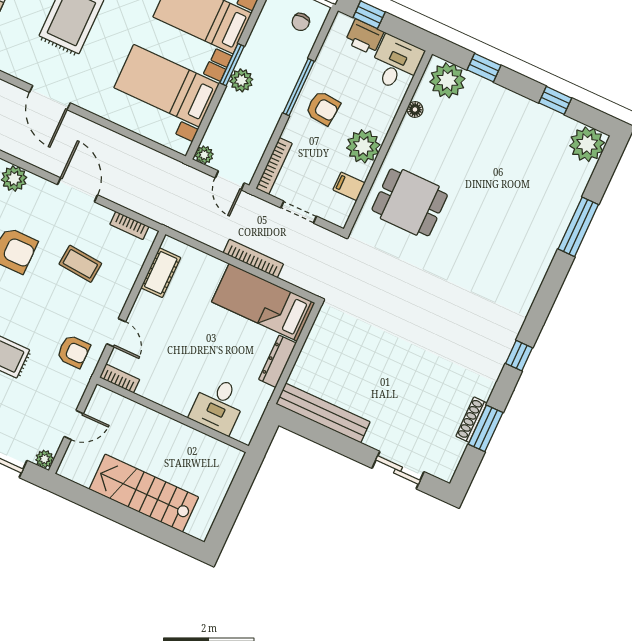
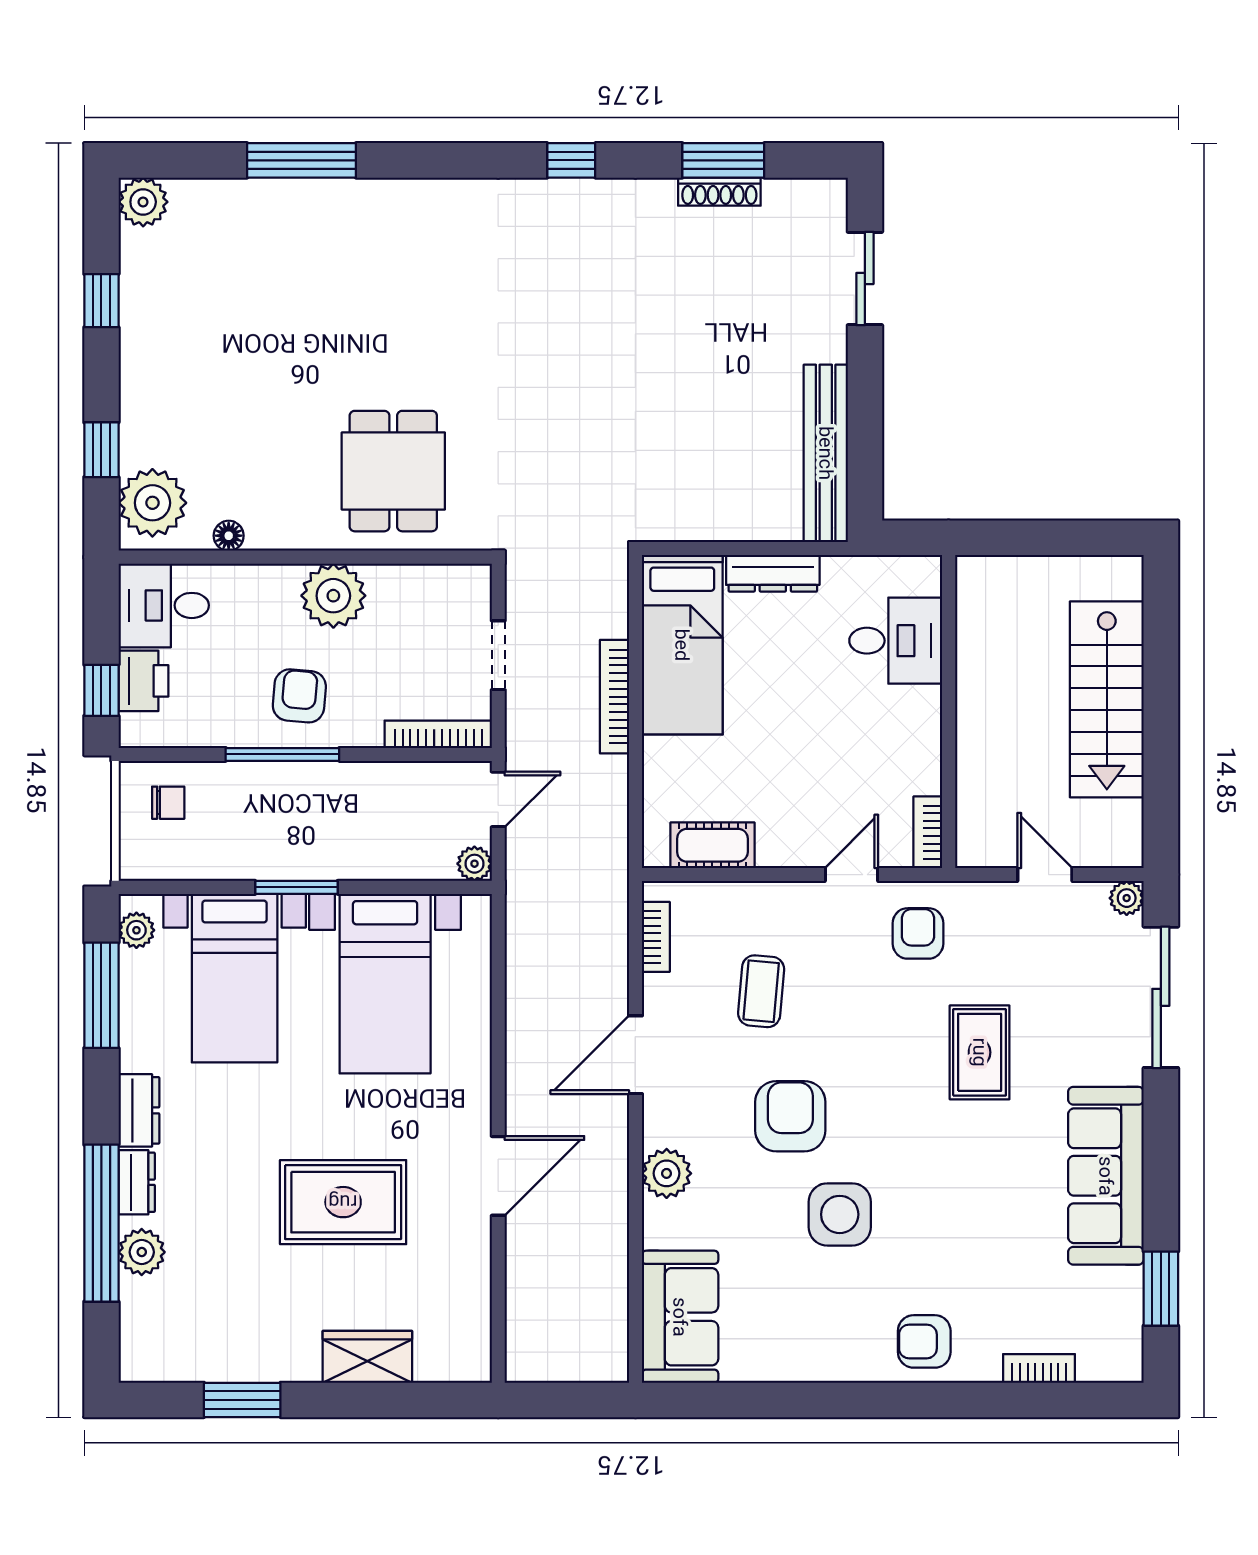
plant: (241, 80) -> (316, 859), removed
plant: (587, 144) -> (143, 202), width x0.73, depth x0.73
filing cabinet: (349, 186) -> (414, 589), removed

